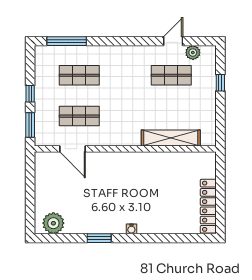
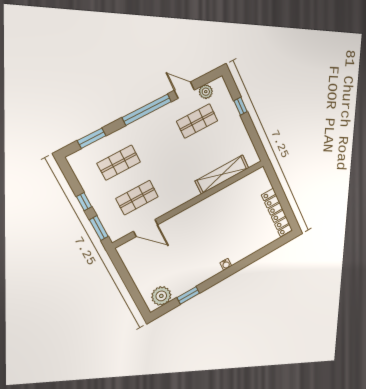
window: (67, 41) -> (92, 138), width x0.69
window: (129, 41) -> (147, 110), added
door: (173, 41) -> (184, 90), hinge flipped
window: (99, 238) -> (188, 295), moved

